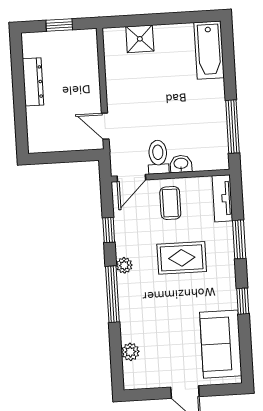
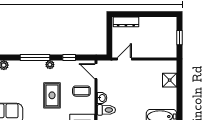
dresser: (33, 82) -> (126, 22), moved
toilet: (158, 157) -> (106, 110), moved

